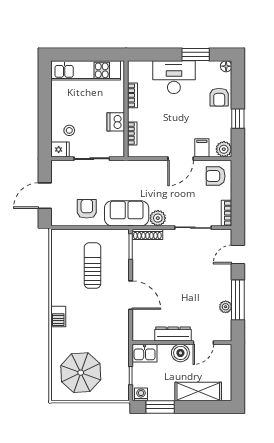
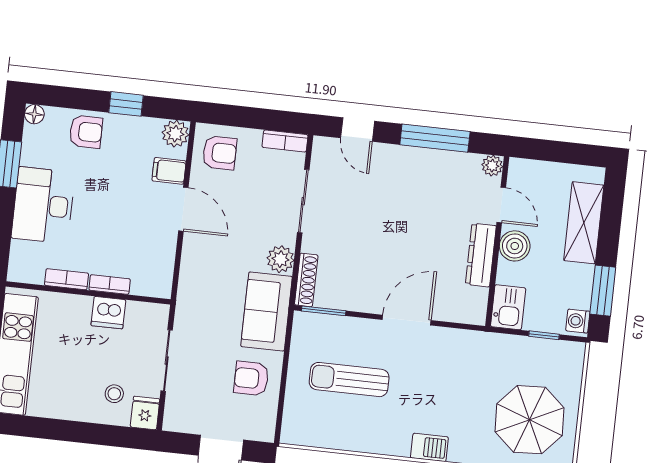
bookcase: (132, 133) -> (110, 285), moved
armchair: (216, 176) -> (220, 153), turned -90
plant: (226, 307) -> (492, 166), moved

